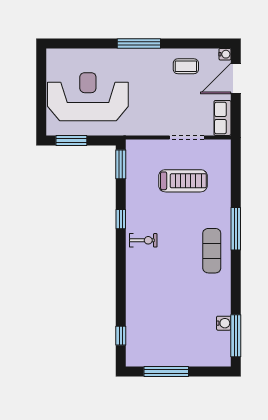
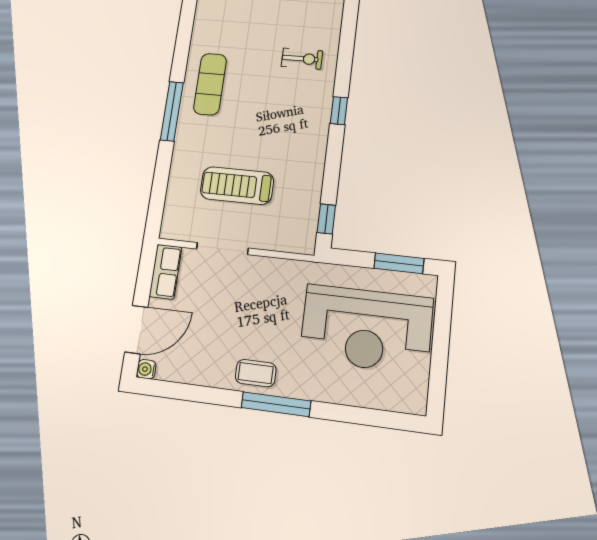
coffee table: (186, 66) -> (256, 373), moved
window: (121, 164) -> (326, 219), width x0.67
window: (121, 219) -> (339, 111), moved
exercise bike: (143, 240) -> (302, 59), moved, turned 180

